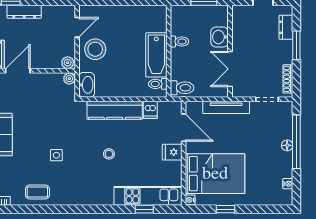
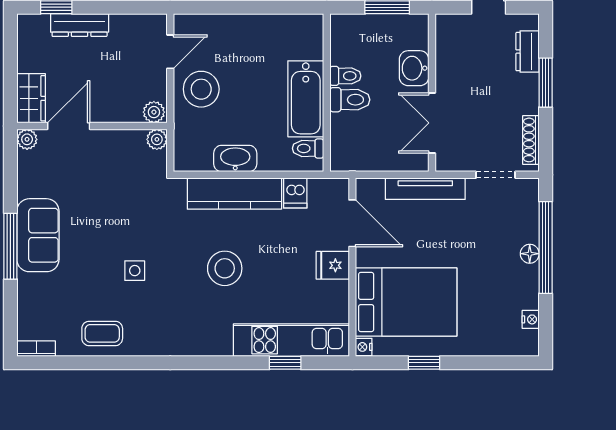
washbasin: (87, 85) -> (235, 159), moved, turned -90
toilet: (182, 88) -> (350, 100), moved
stool: (109, 154) -> (225, 268), width x1.89, depth x1.89

